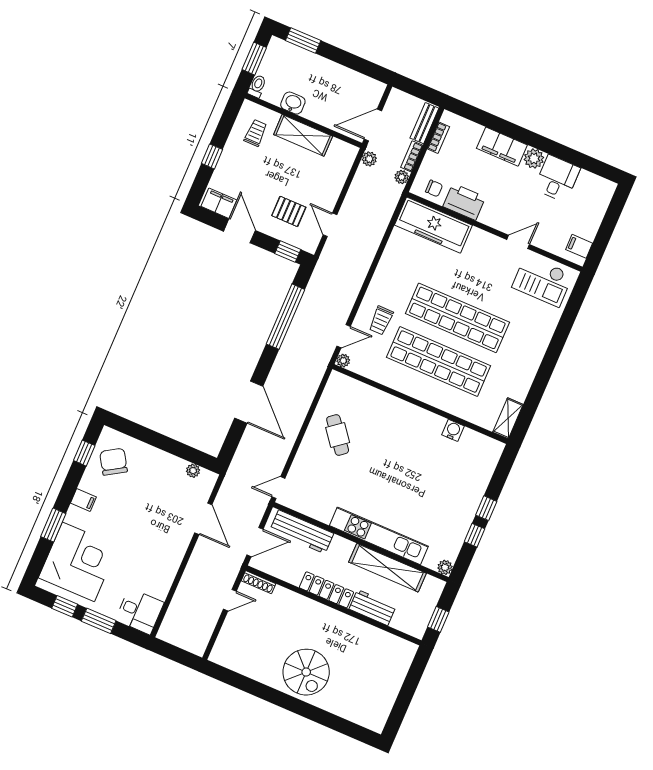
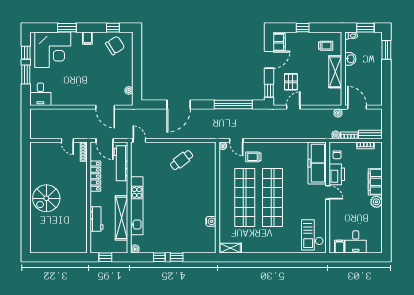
desk: (557, 178) -> (356, 242), moved, turned 90
door: (518, 242) -> (328, 192), moved
door: (203, 519) -> (105, 107), hinge flipped
locker: (326, 590) -> (95, 176), moved

